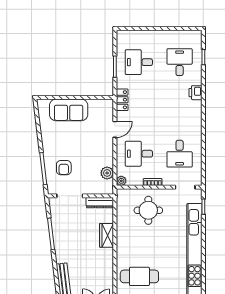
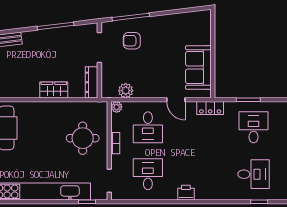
printer: (196, 93) -> (186, 193), moved
sofa: (69, 110) -> (198, 68), moved
desk: (139, 154) -> (148, 127), turned 180
desk: (180, 154) -> (148, 174), turned 90

